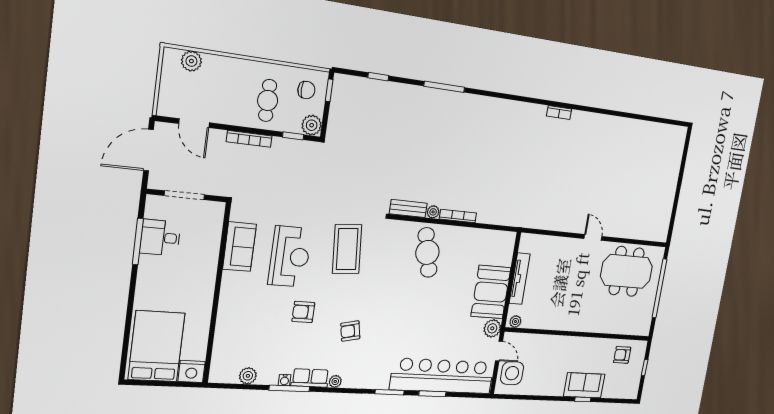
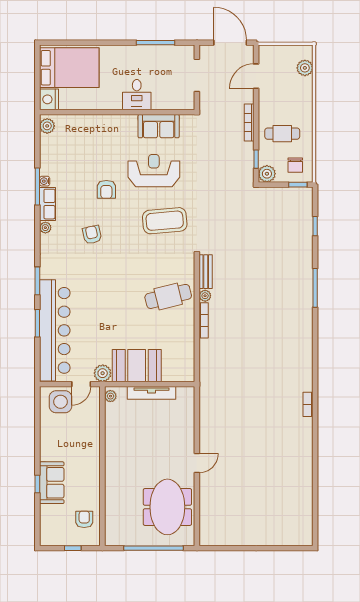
desk: (160, 238) -> (137, 95), moved, turned 180
reception desk: (290, 257) -> (154, 171), turned 180
armchair: (303, 312) -> (106, 189), turned 180
plant: (248, 376) -> (47, 126), moved

